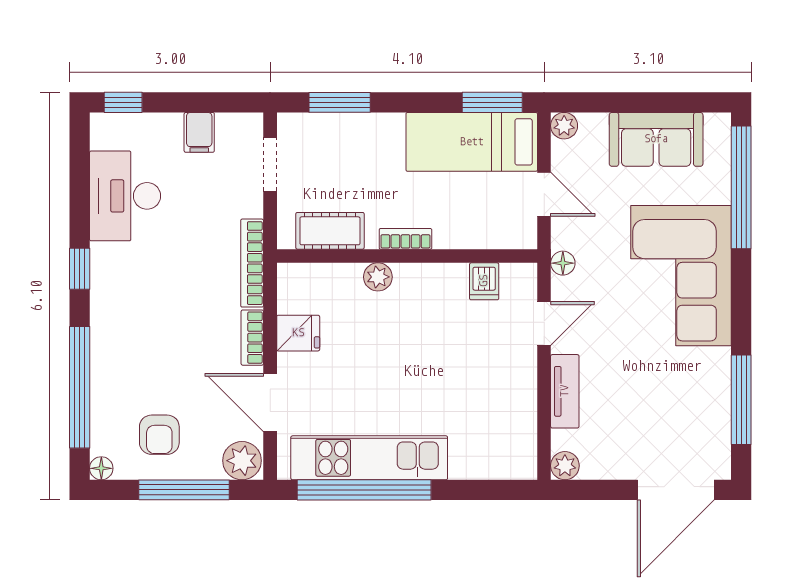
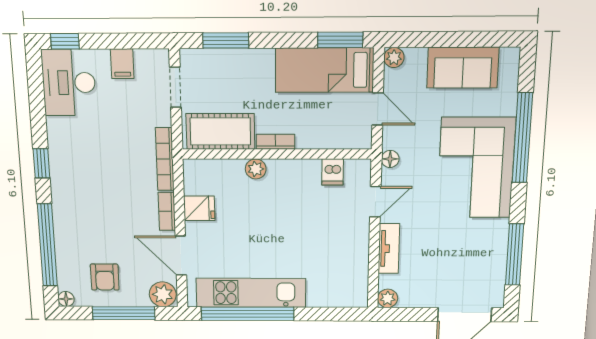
window: (741, 187) -> (522, 138), moved
desk: (125, 196) -> (69, 83), moved
cot: (330, 231) -> (220, 131), width x1.37, depth x1.34

